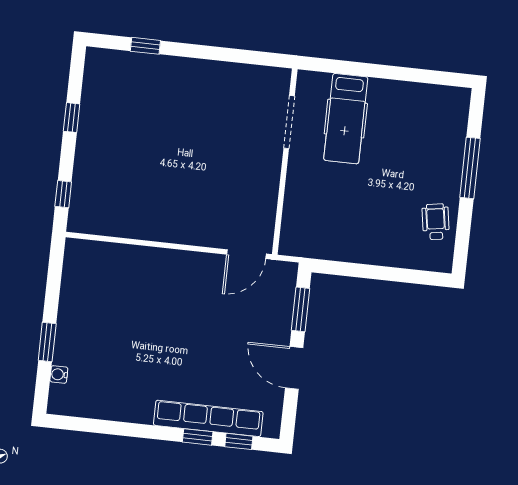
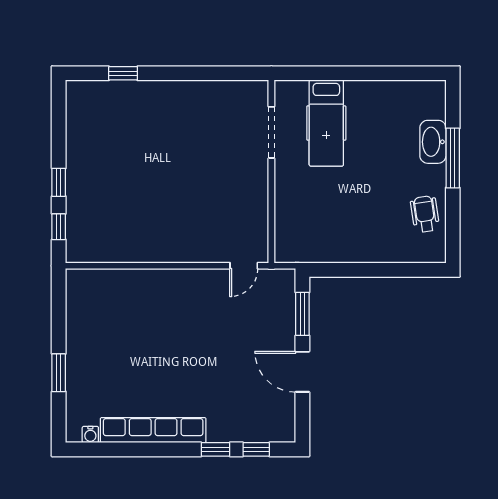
window: (72, 118) -> (59, 182), moved
washbasin: (452, 149) -> (433, 142), added
door: (246, 254) -> (244, 266), width x0.73
water cooler: (59, 374) -> (90, 435), moved, turned -90
row of seats: (208, 418) -> (153, 430), moved

